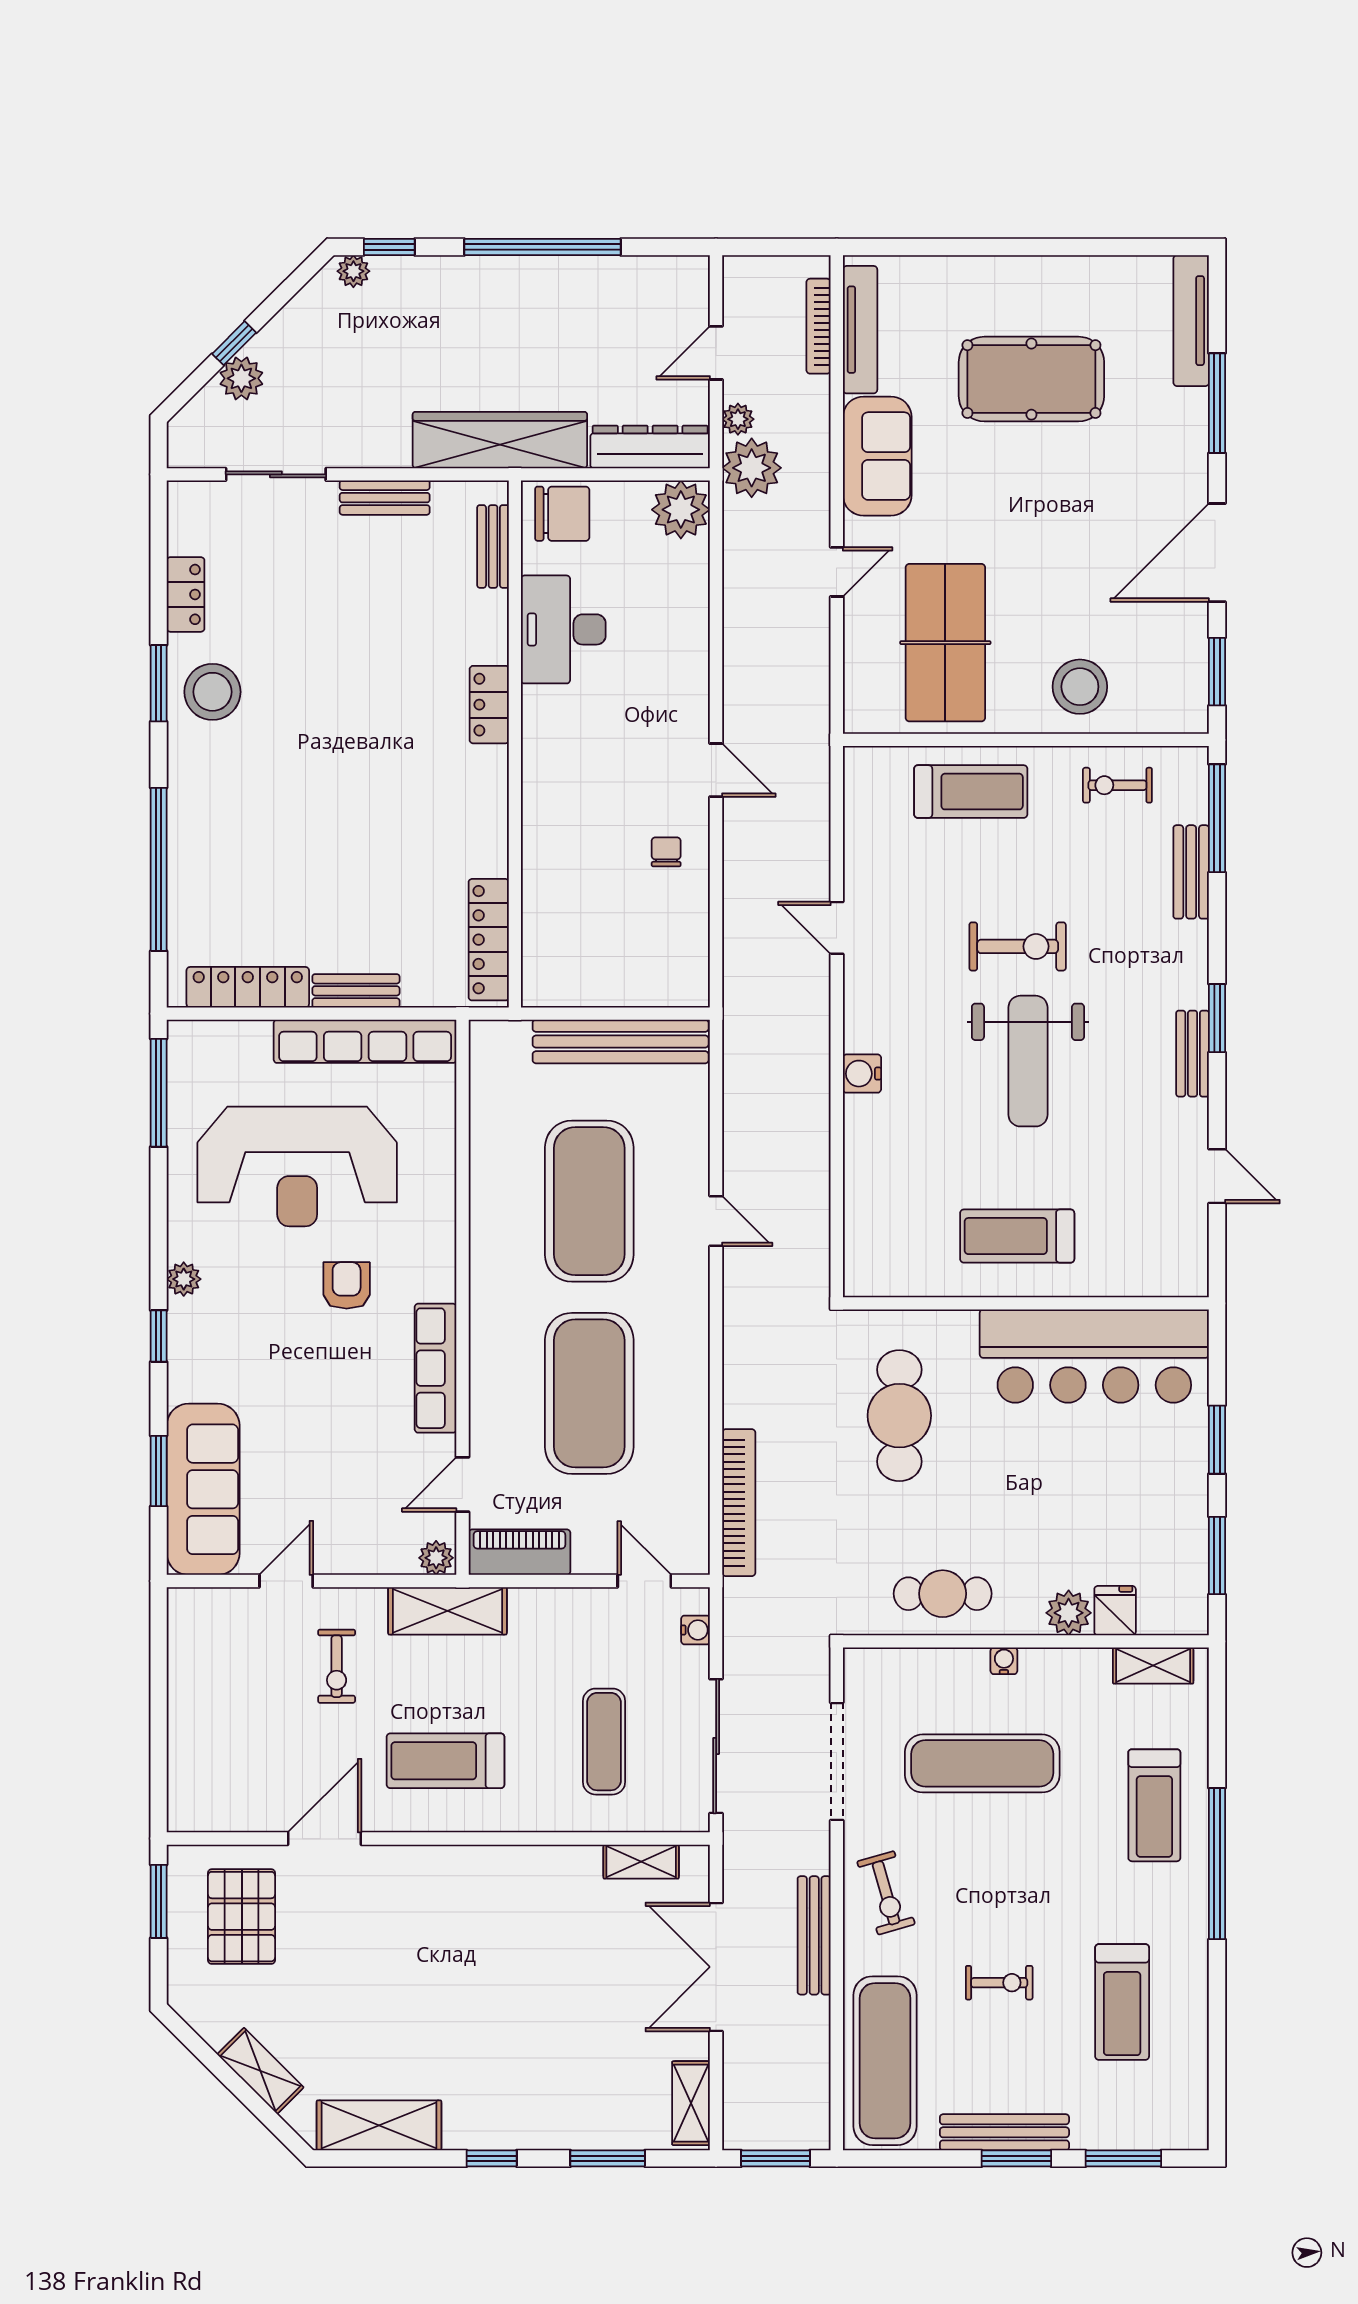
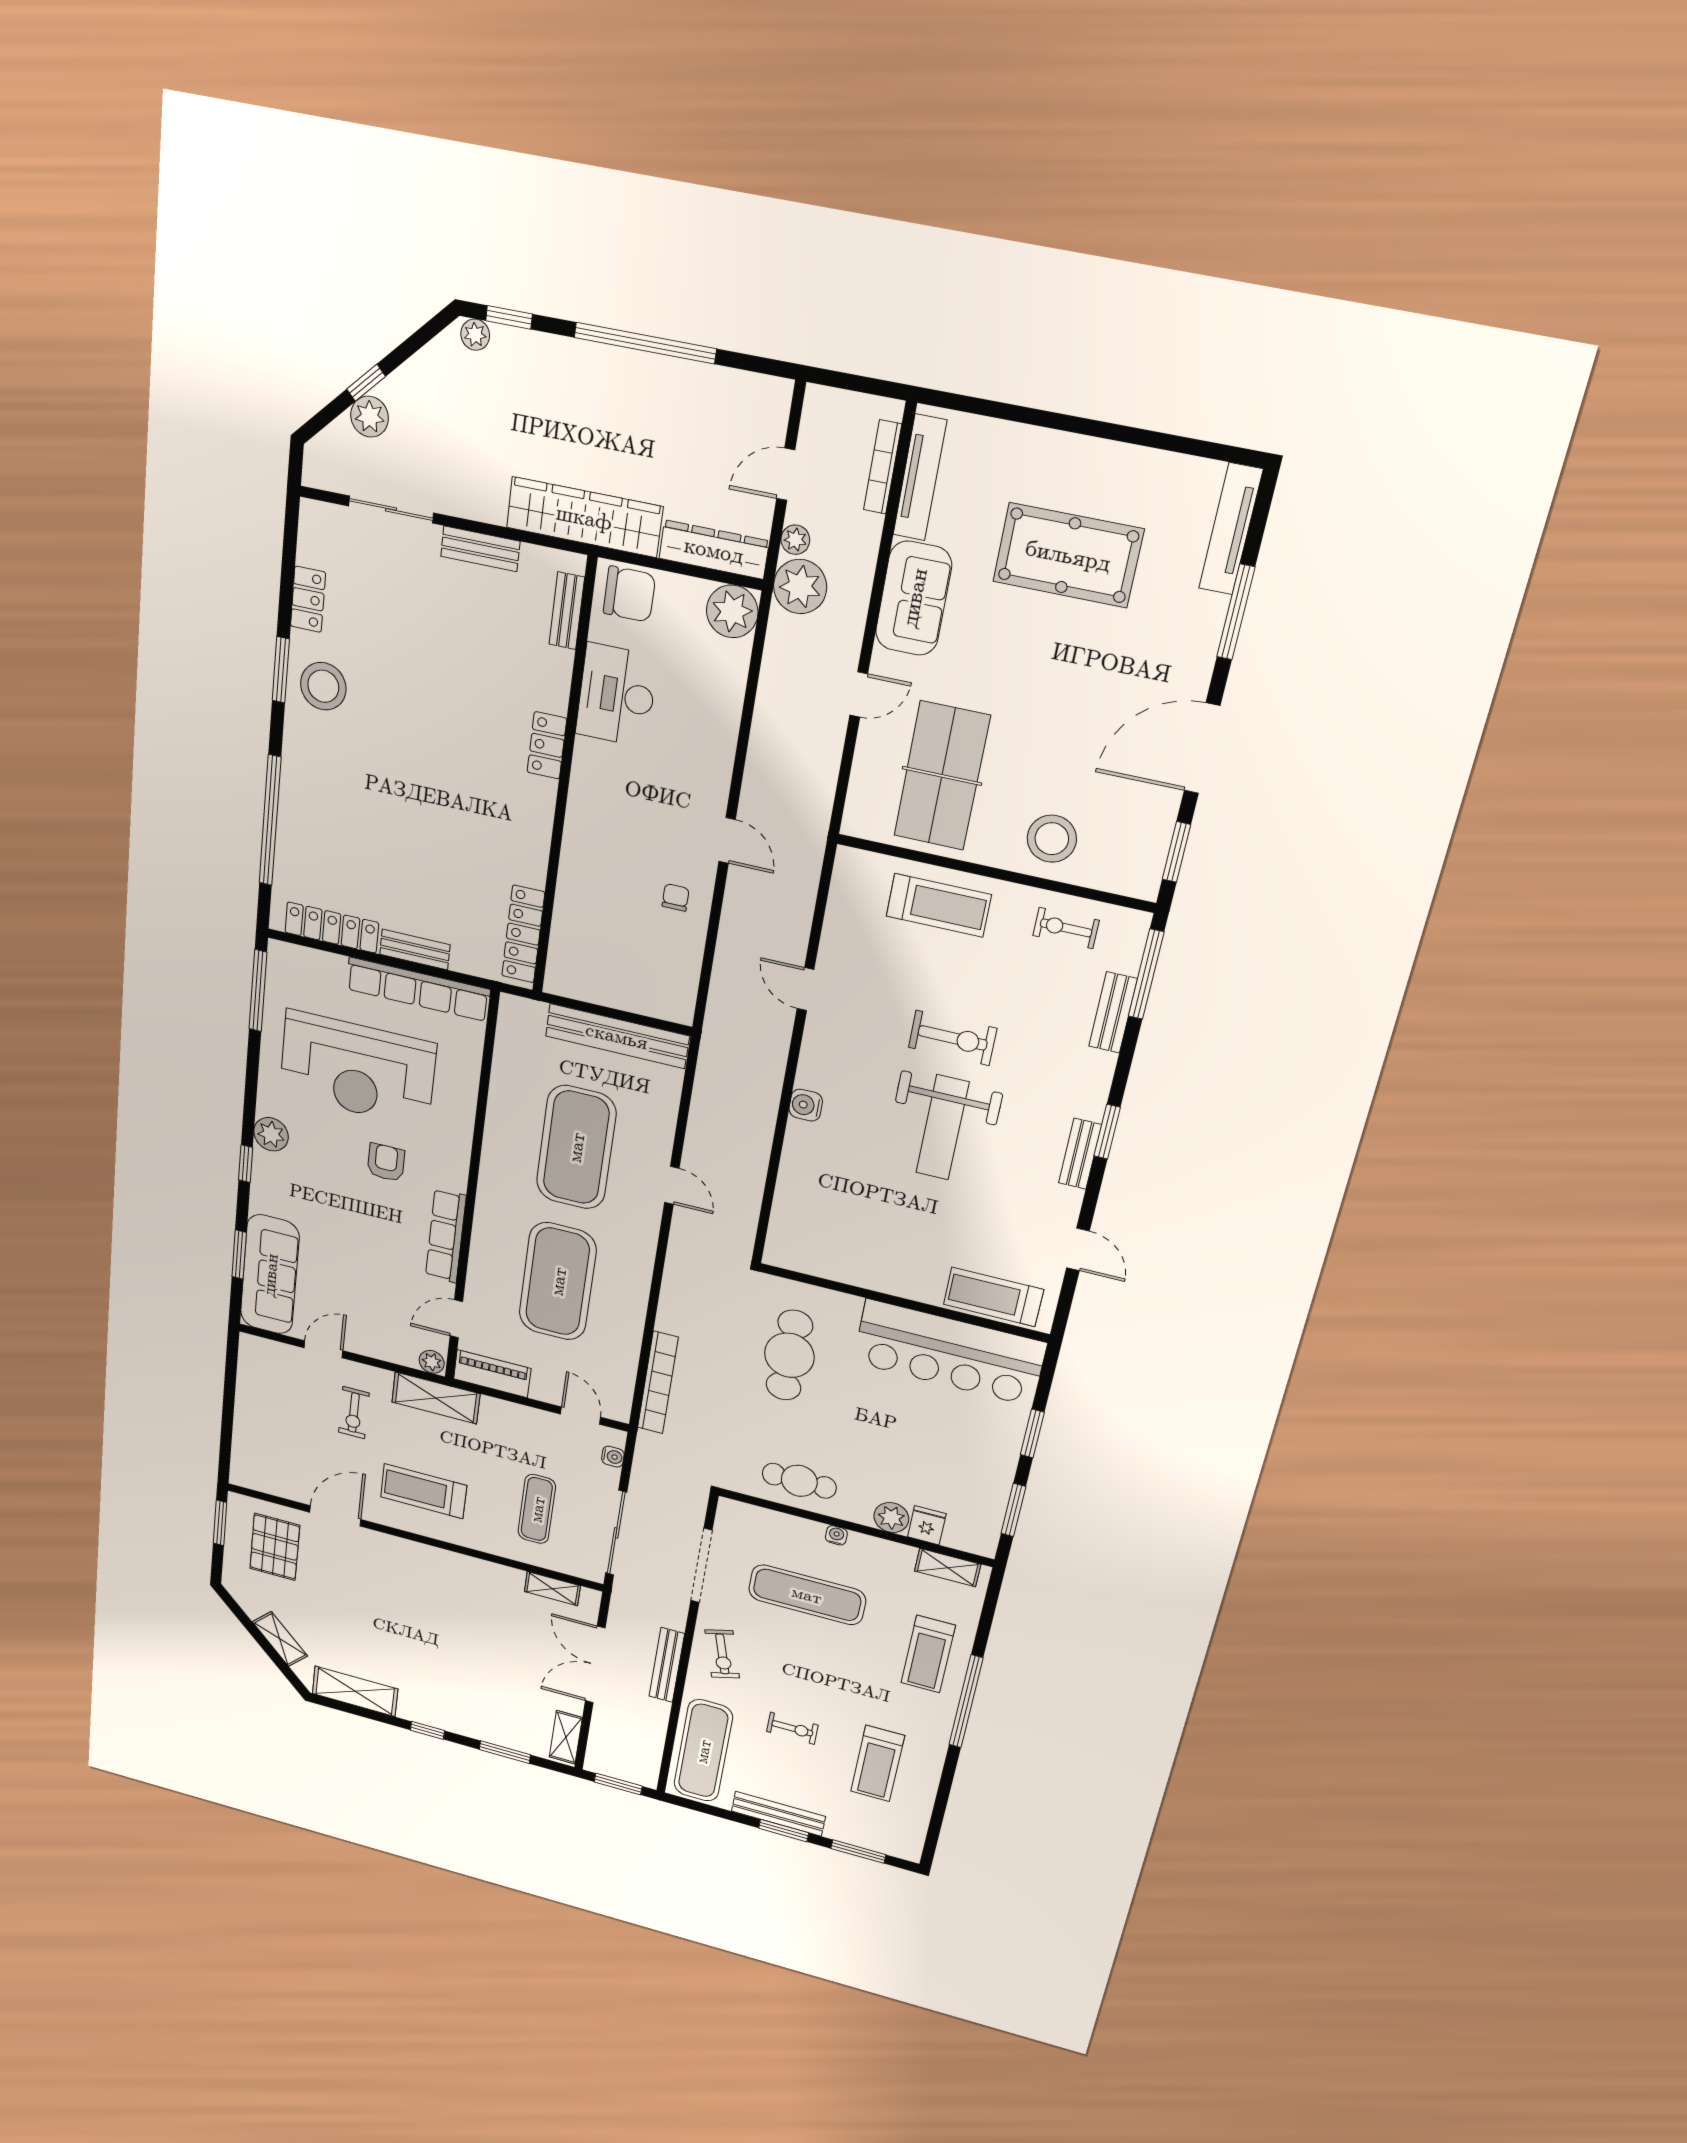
treadmill: (1017, 1236) -> (993, 1297), moved
plant: (184, 1279) -> (271, 1134), width x1.38, depth x1.38

